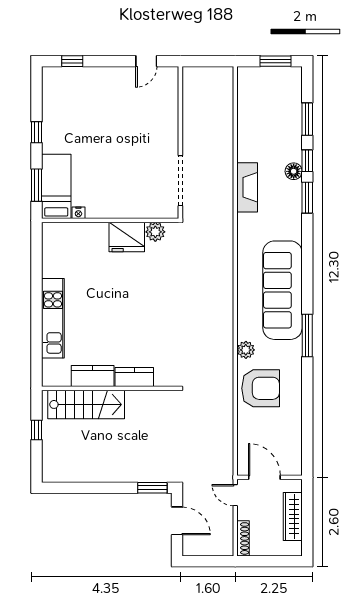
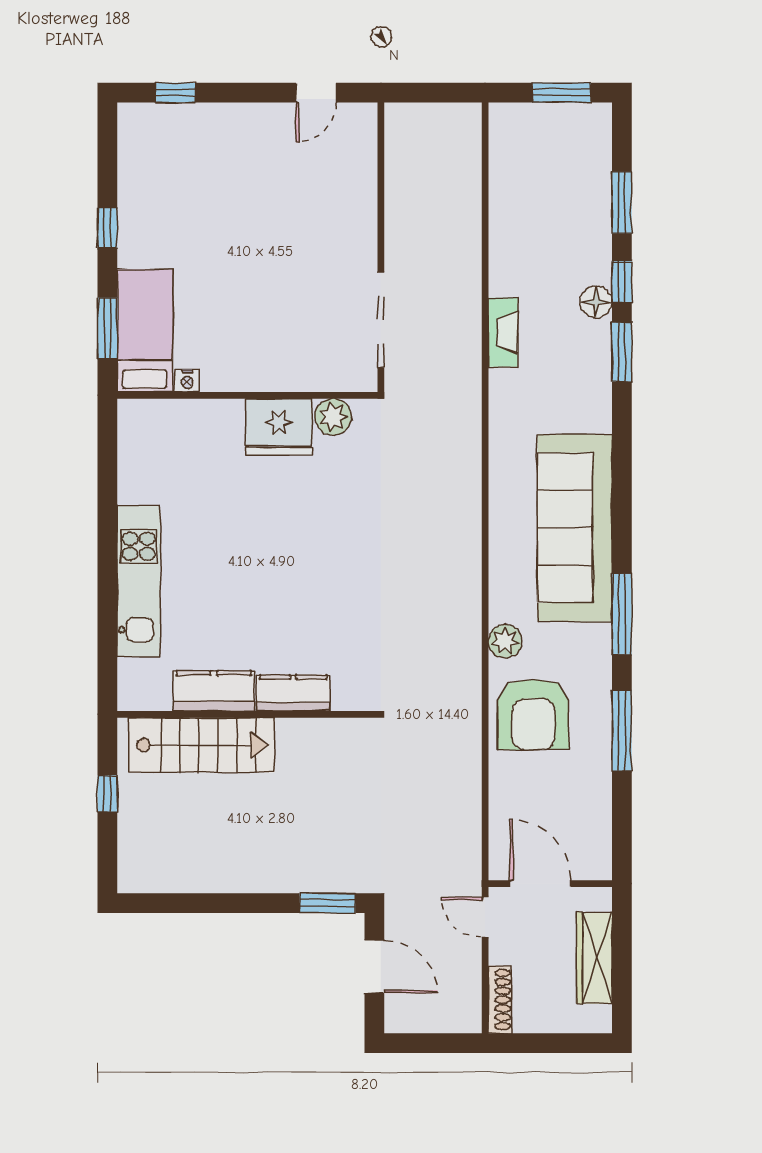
fireplace: (247, 187) -> (503, 332), width x0.73, depth x0.76
armchair: (261, 388) -> (533, 714), turned 90
window: (307, 397) -> (622, 731), added

